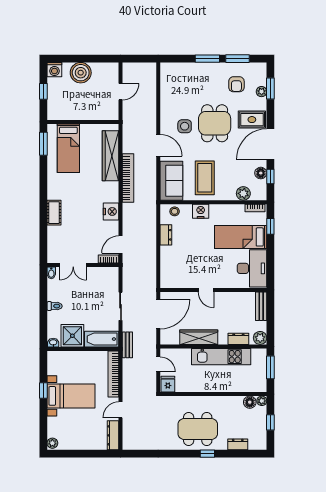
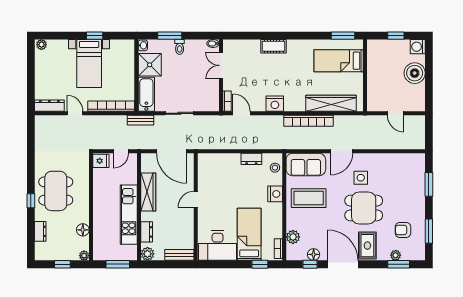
window: (207, 59) -> (429, 184), moved
window: (43, 316) -> (170, 36), added
floor lamp: (250, 402) -> (83, 230), moved

